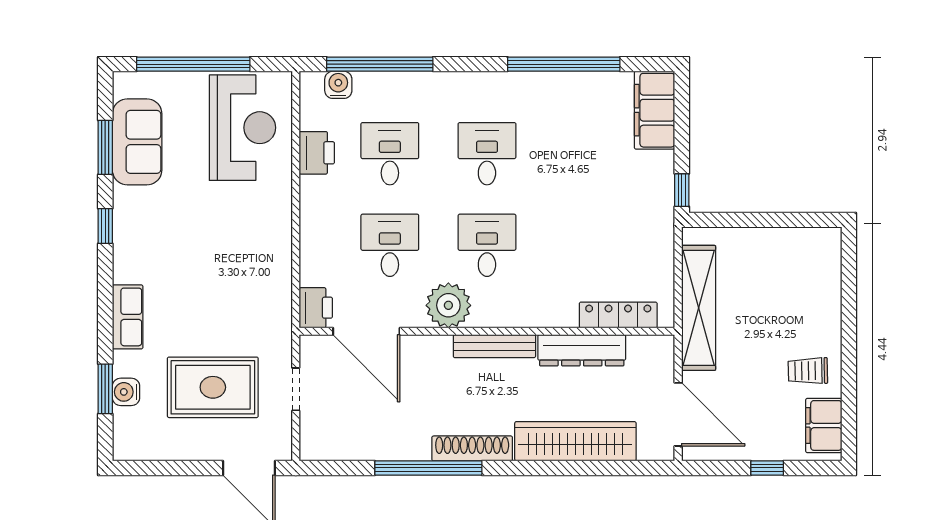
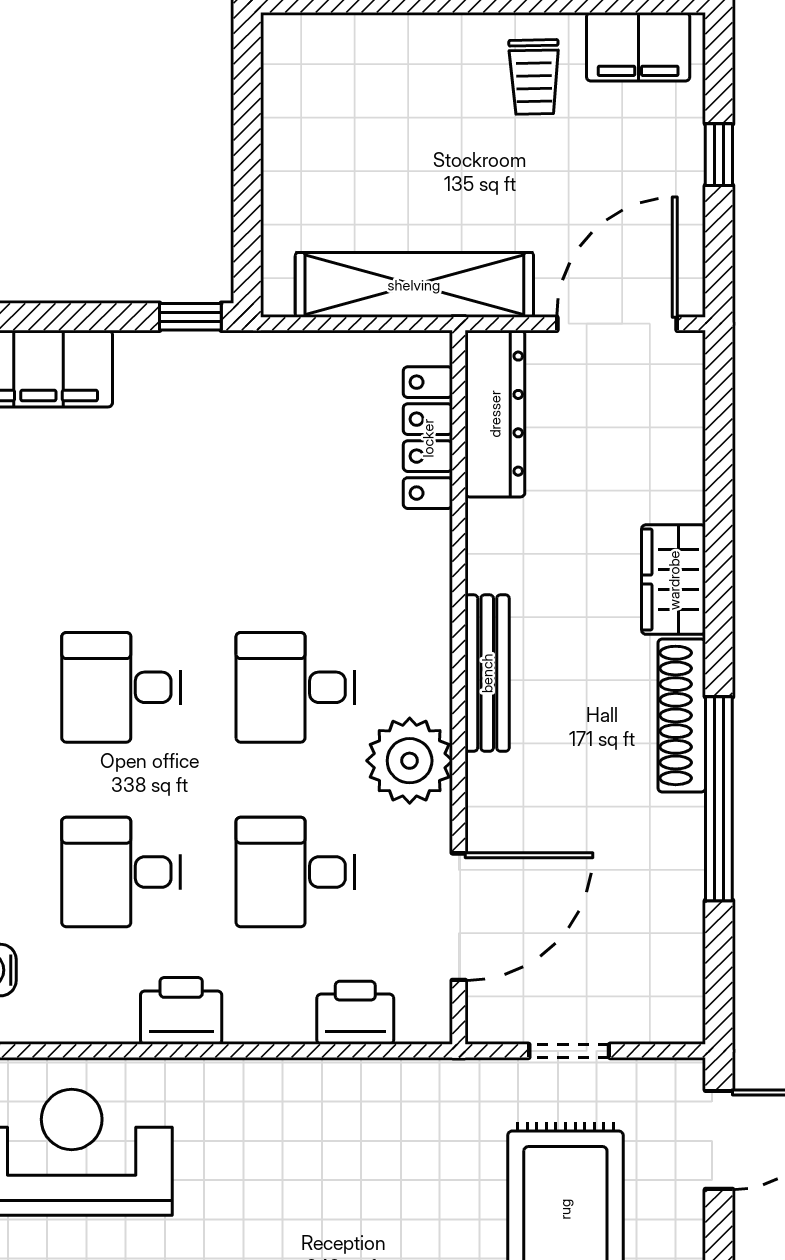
printer: (317, 153) -> (181, 1011), moved
printer: (316, 308) -> (355, 1013), moved
dresser: (582, 350) -> (495, 414), moved
wardrobe: (575, 441) -> (674, 580), width x0.48, depth x0.85

